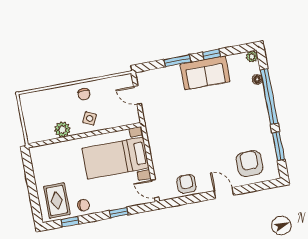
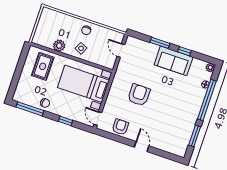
armchair: (250, 164) -> (139, 95), moved
rug: (57, 201) -> (43, 66), moved
window: (70, 222) -> (30, 109), width x2.17

